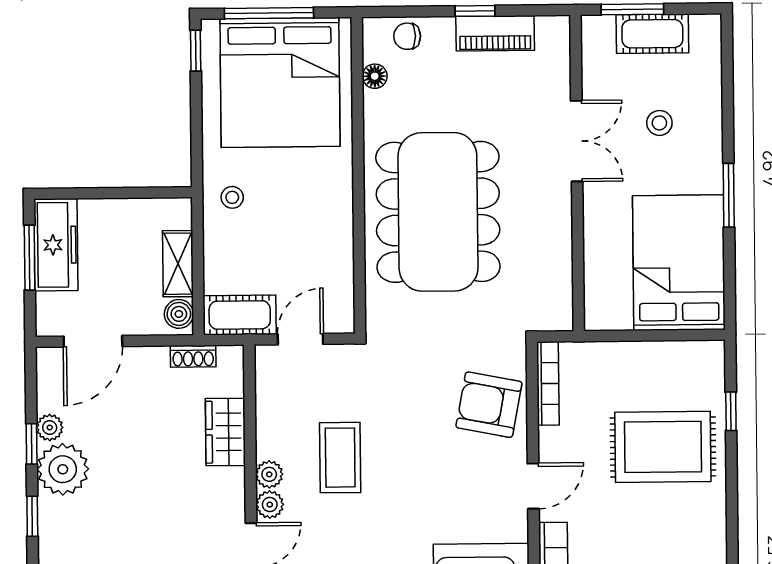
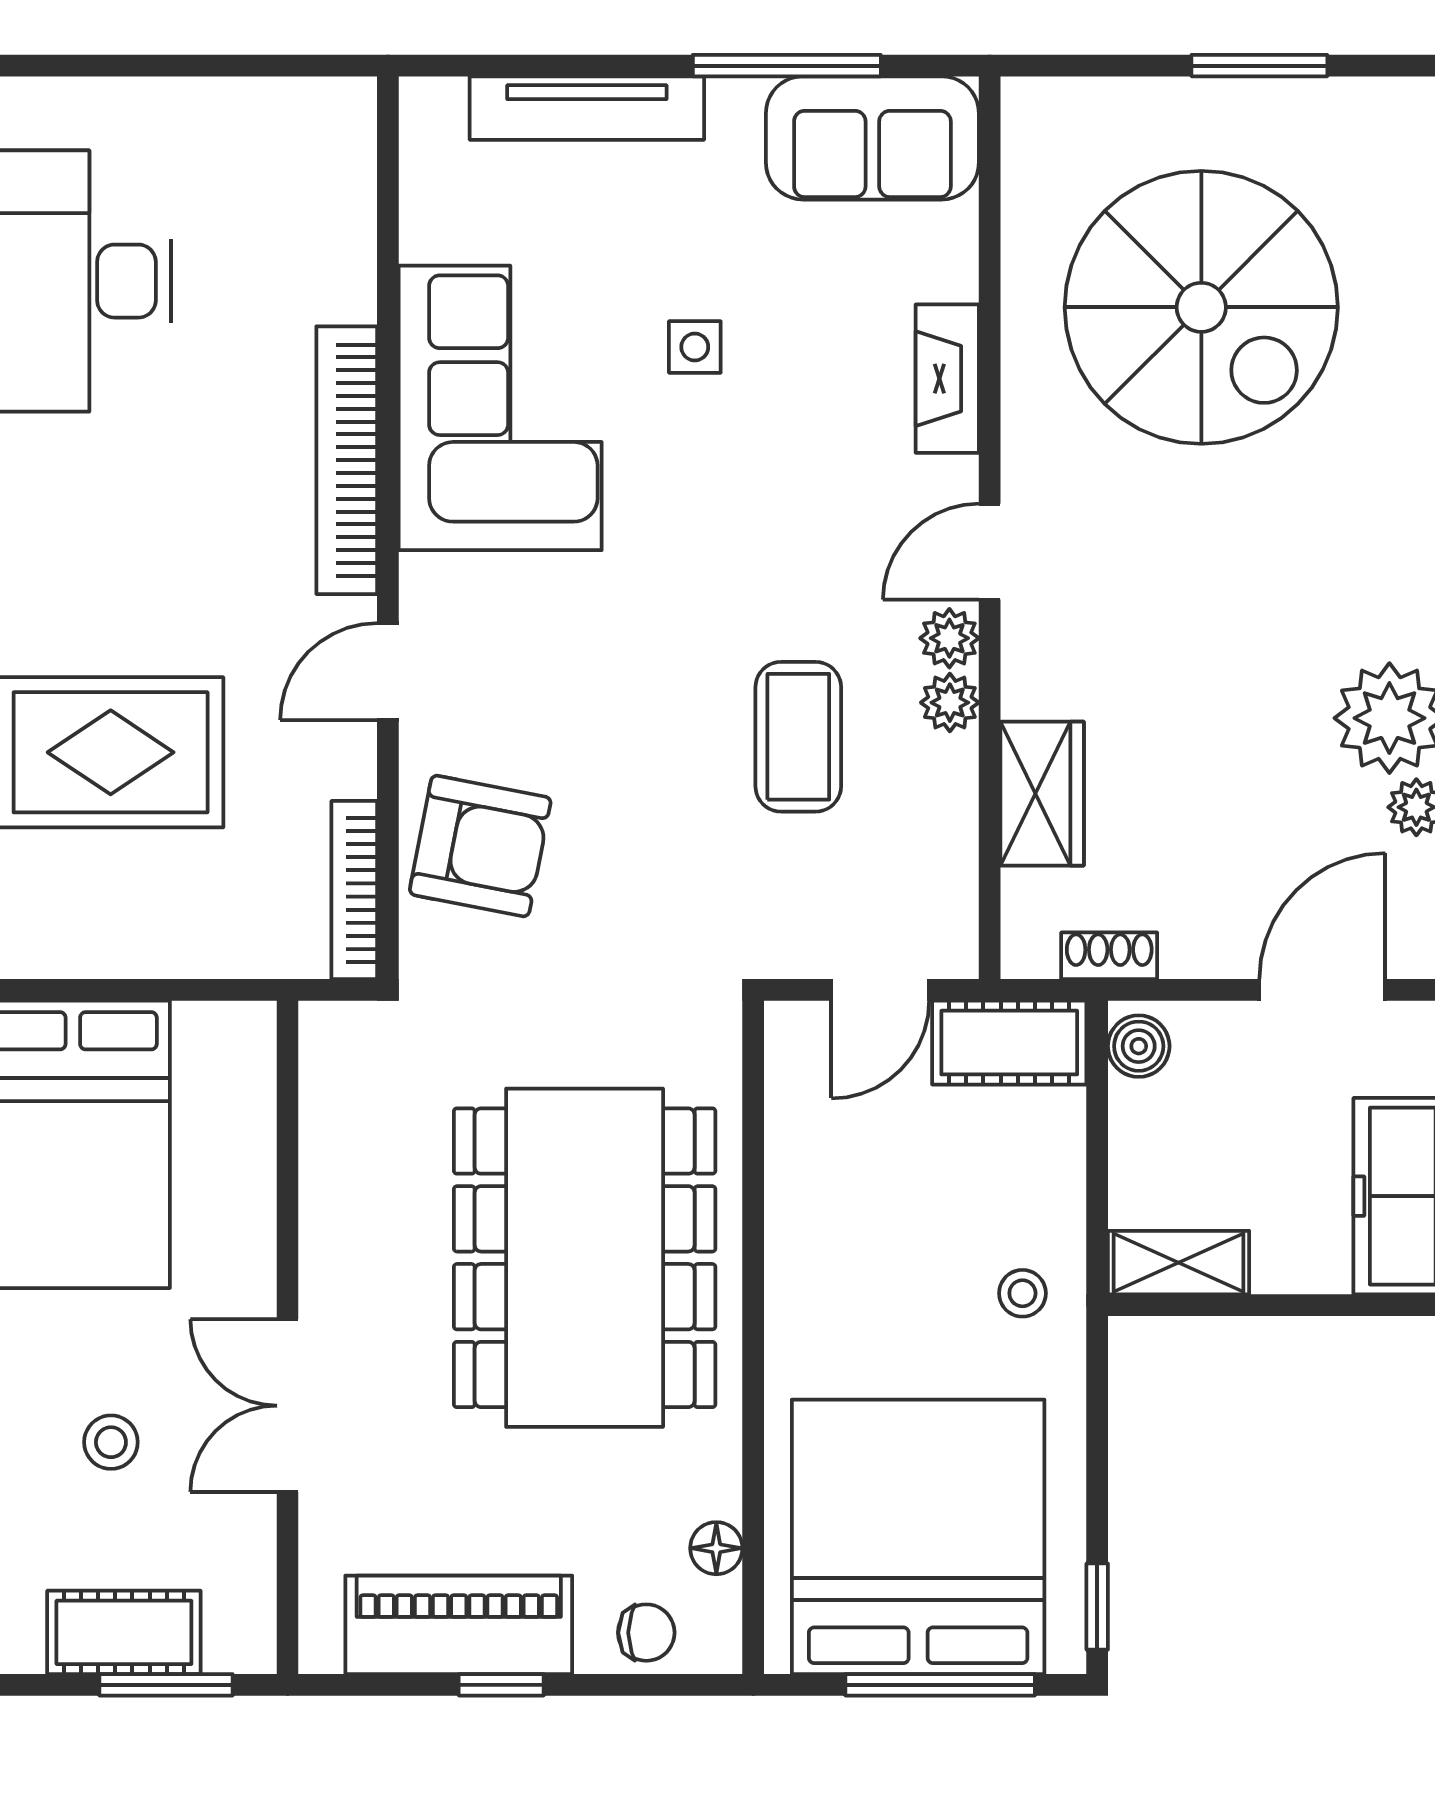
piano: (495, 33) -> (459, 1625), width x1.37, depth x1.33
shelving: (178, 264) -> (1178, 1263), moved, turned 90

